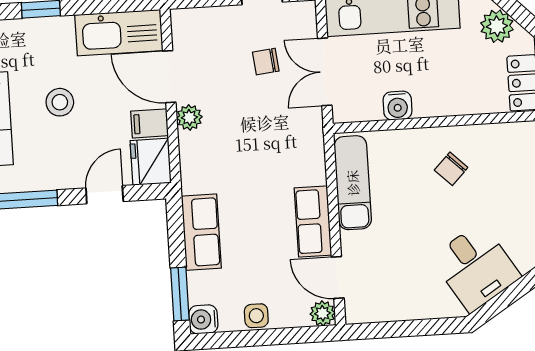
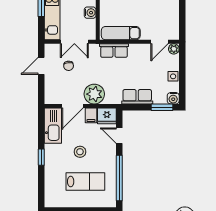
plant: (189, 117) -> (94, 94), width x1.88, depth x1.88
row of seats: (313, 221) -> (114, 51), moved

